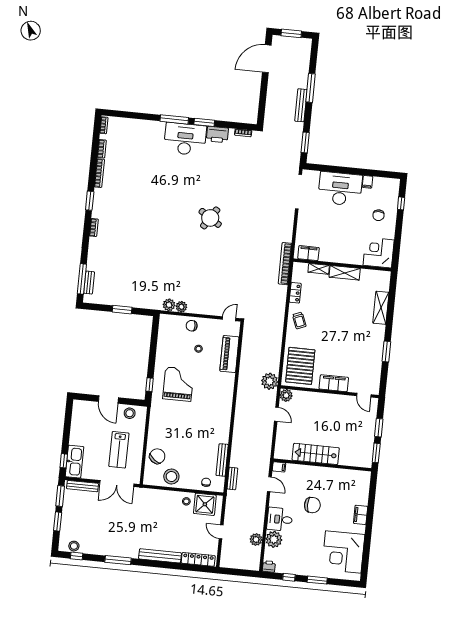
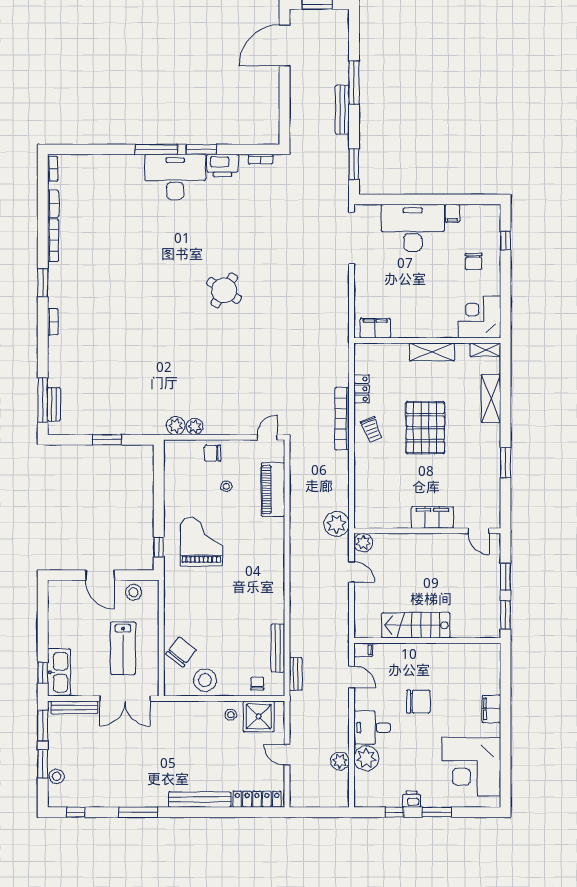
bookcase: (285, 264) -> (342, 419), moved
shelving: (319, 269) -> (485, 350), moved
pallet: (300, 366) -> (425, 428), moved
stool: (74, 546) -> (57, 776), moved
printer: (269, 566) -> (411, 799), moved

